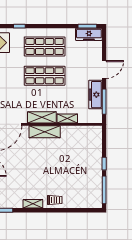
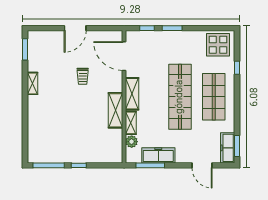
door: (104, 70) -> (202, 165), moved
shop shelf: (45, 76) -> (180, 97), width x1.40
plant: (84, 118) -> (132, 142), added
shelving: (45, 132) -> (115, 110), moved
trolley: (55, 200) -> (83, 76), moved

